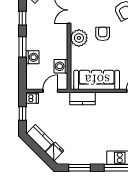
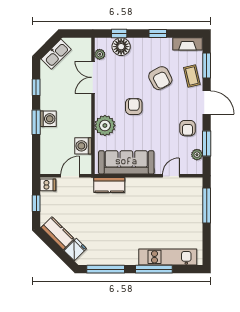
plant: (79, 38) -> (105, 125), moved
washing machine: (32, 57) -> (48, 119), moved
window: (80, 168) -> (106, 269), width x1.44

